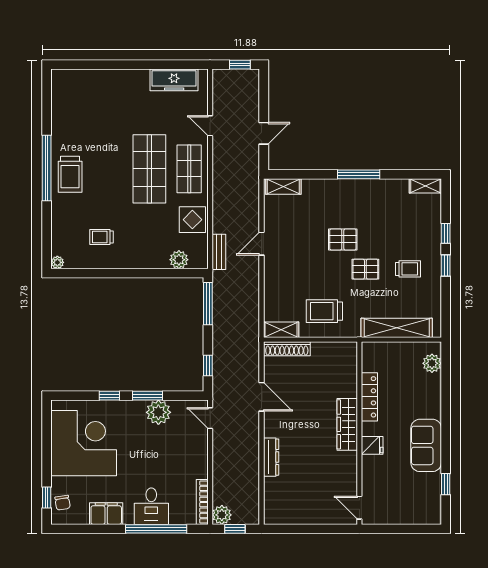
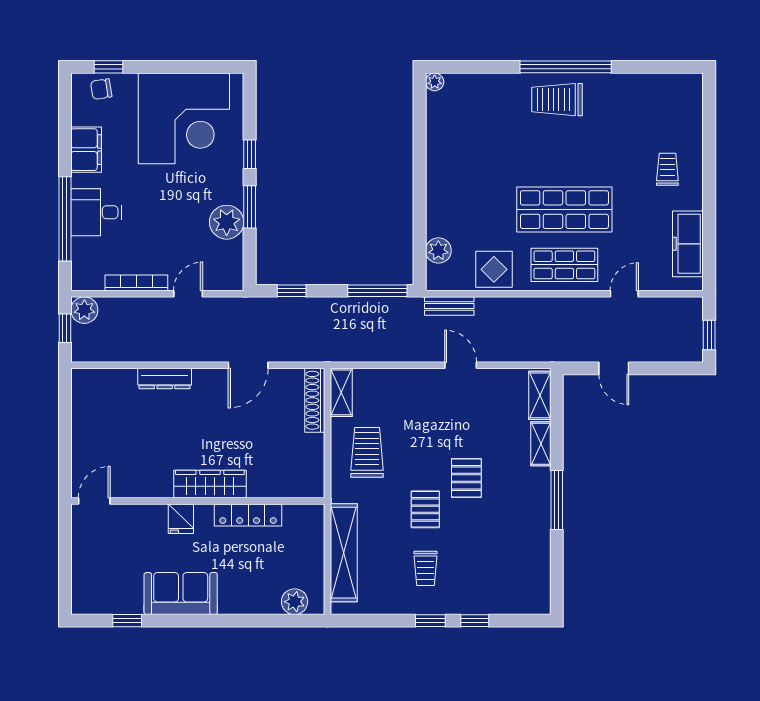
shelving: (425, 186) -> (541, 444), moved
trolley: (101, 237) -> (667, 169), moved
door: (210, 418) -> (188, 294), moved
bookcase: (202, 502) -> (136, 283), moved

